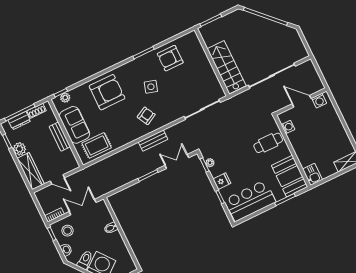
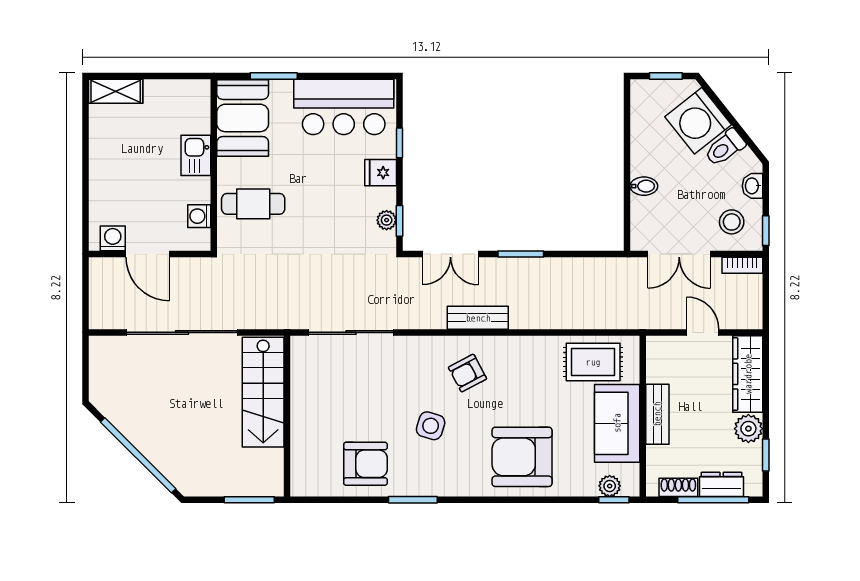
kitchen sink: (313, 174) -> (196, 155), moved

